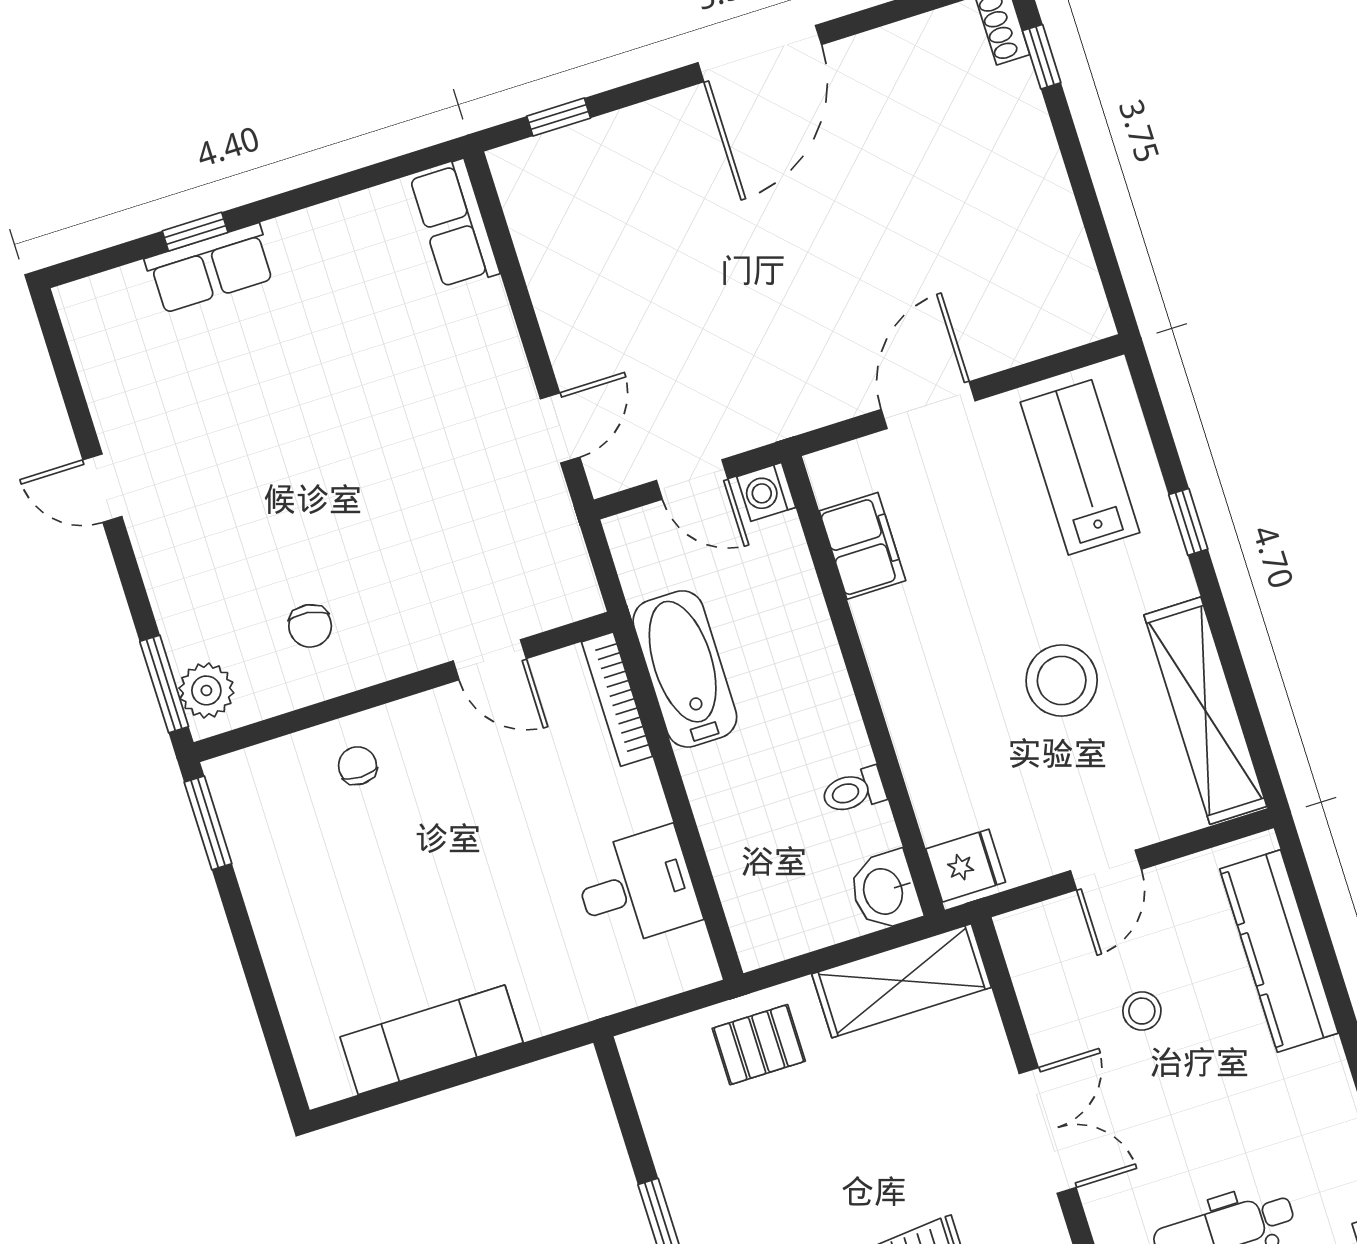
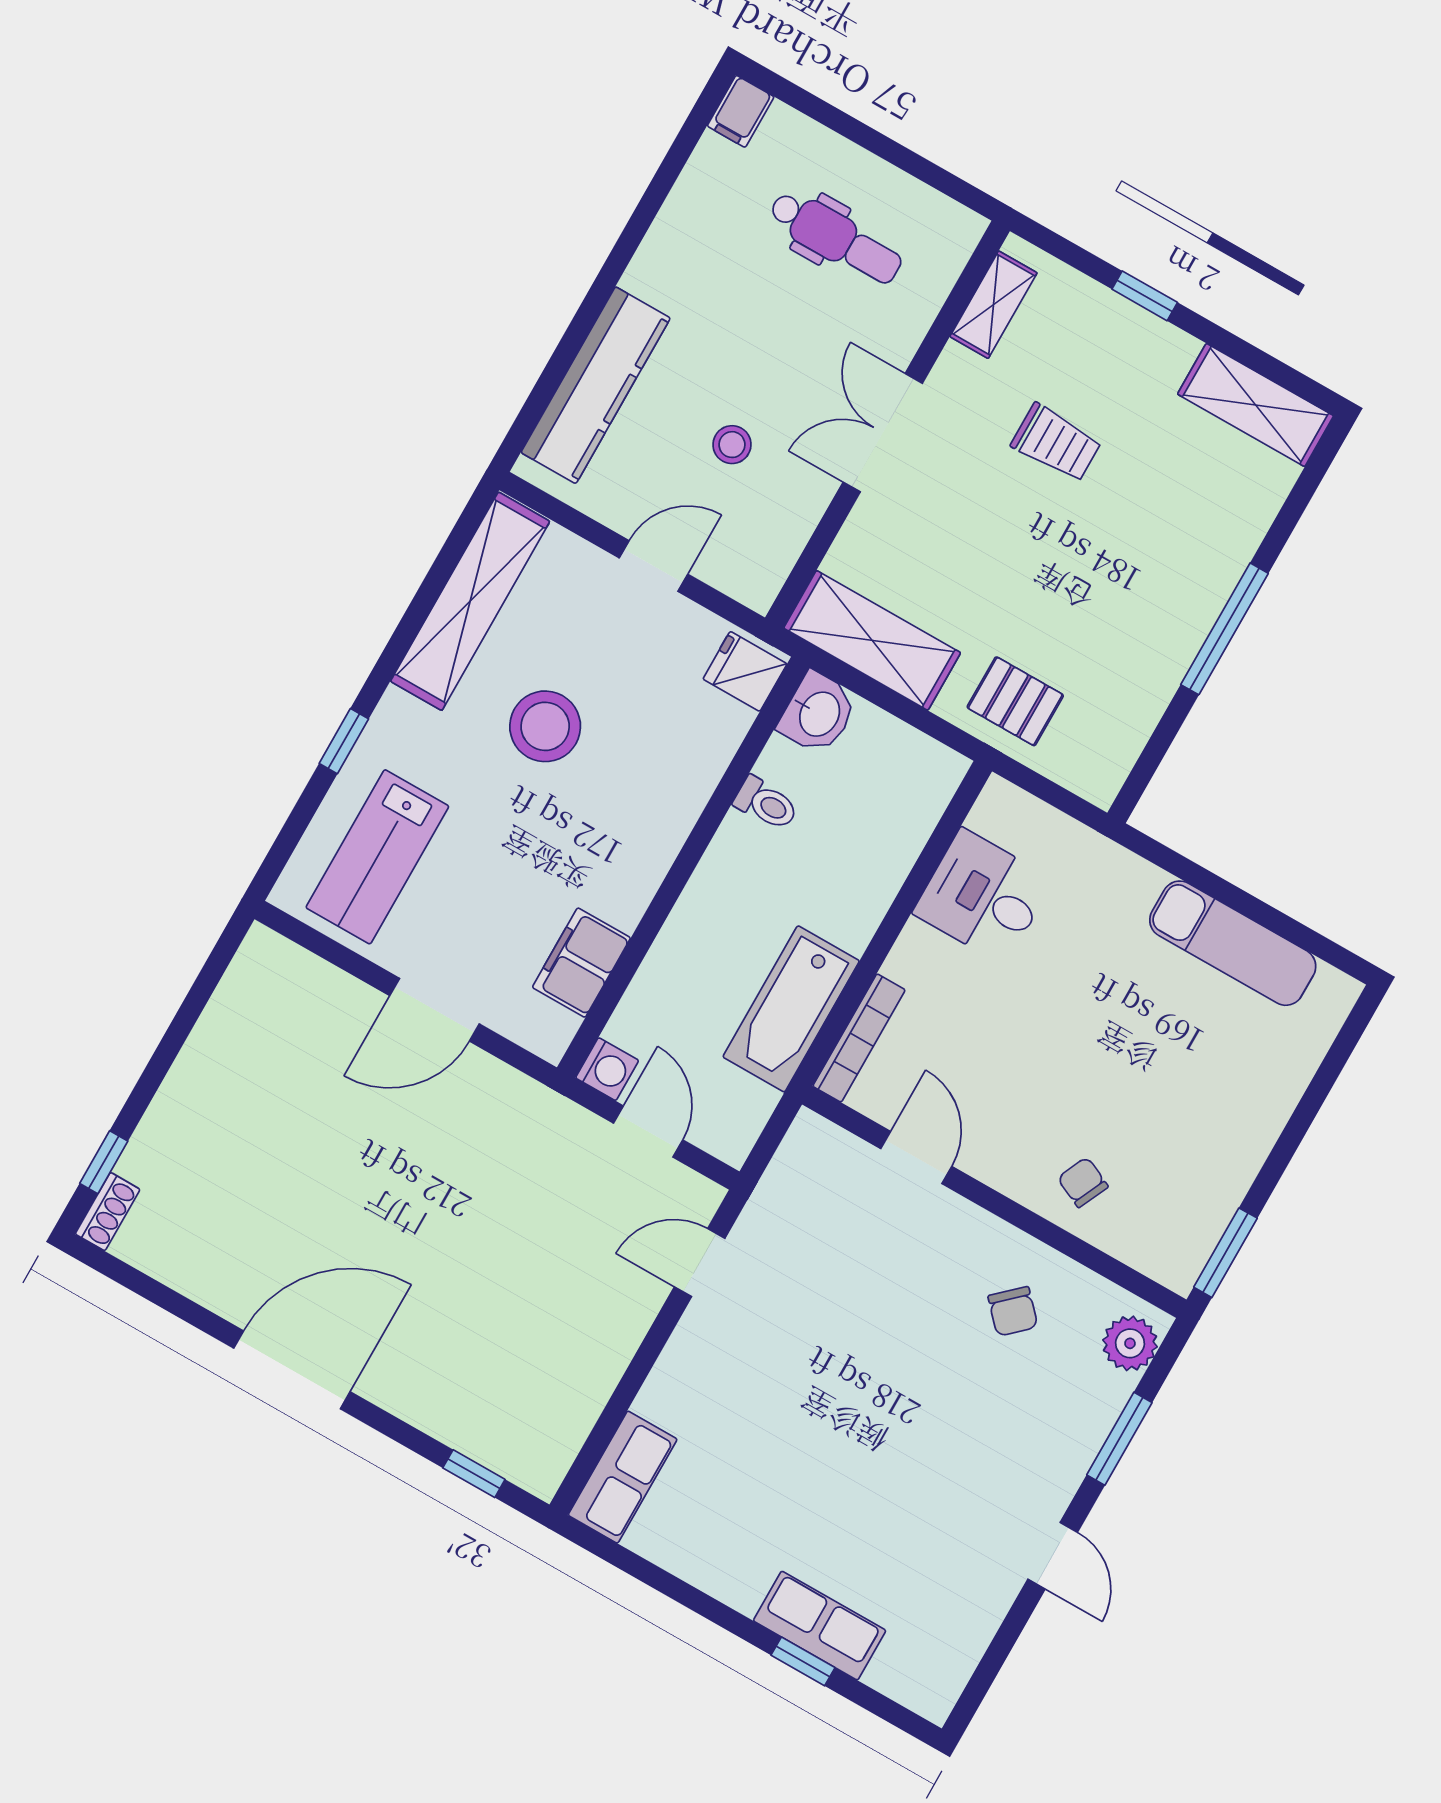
chair: (310, 626) -> (1013, 1311), turned 129
window: (164, 684) -> (1119, 1439), moved
chair: (357, 766) -> (1083, 1182), turned 115

